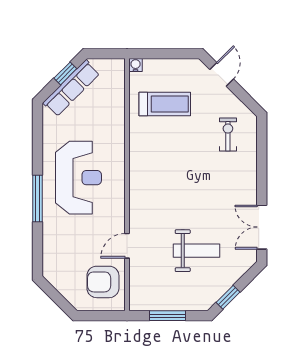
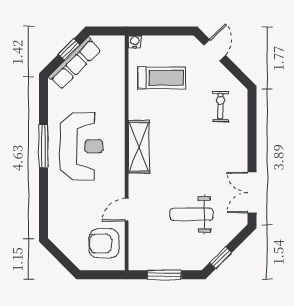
shelving: (140, 178) -> (139, 147), added
window: (37, 198) -> (43, 146), moved
weight bench: (197, 251) -> (191, 214), turned 180

